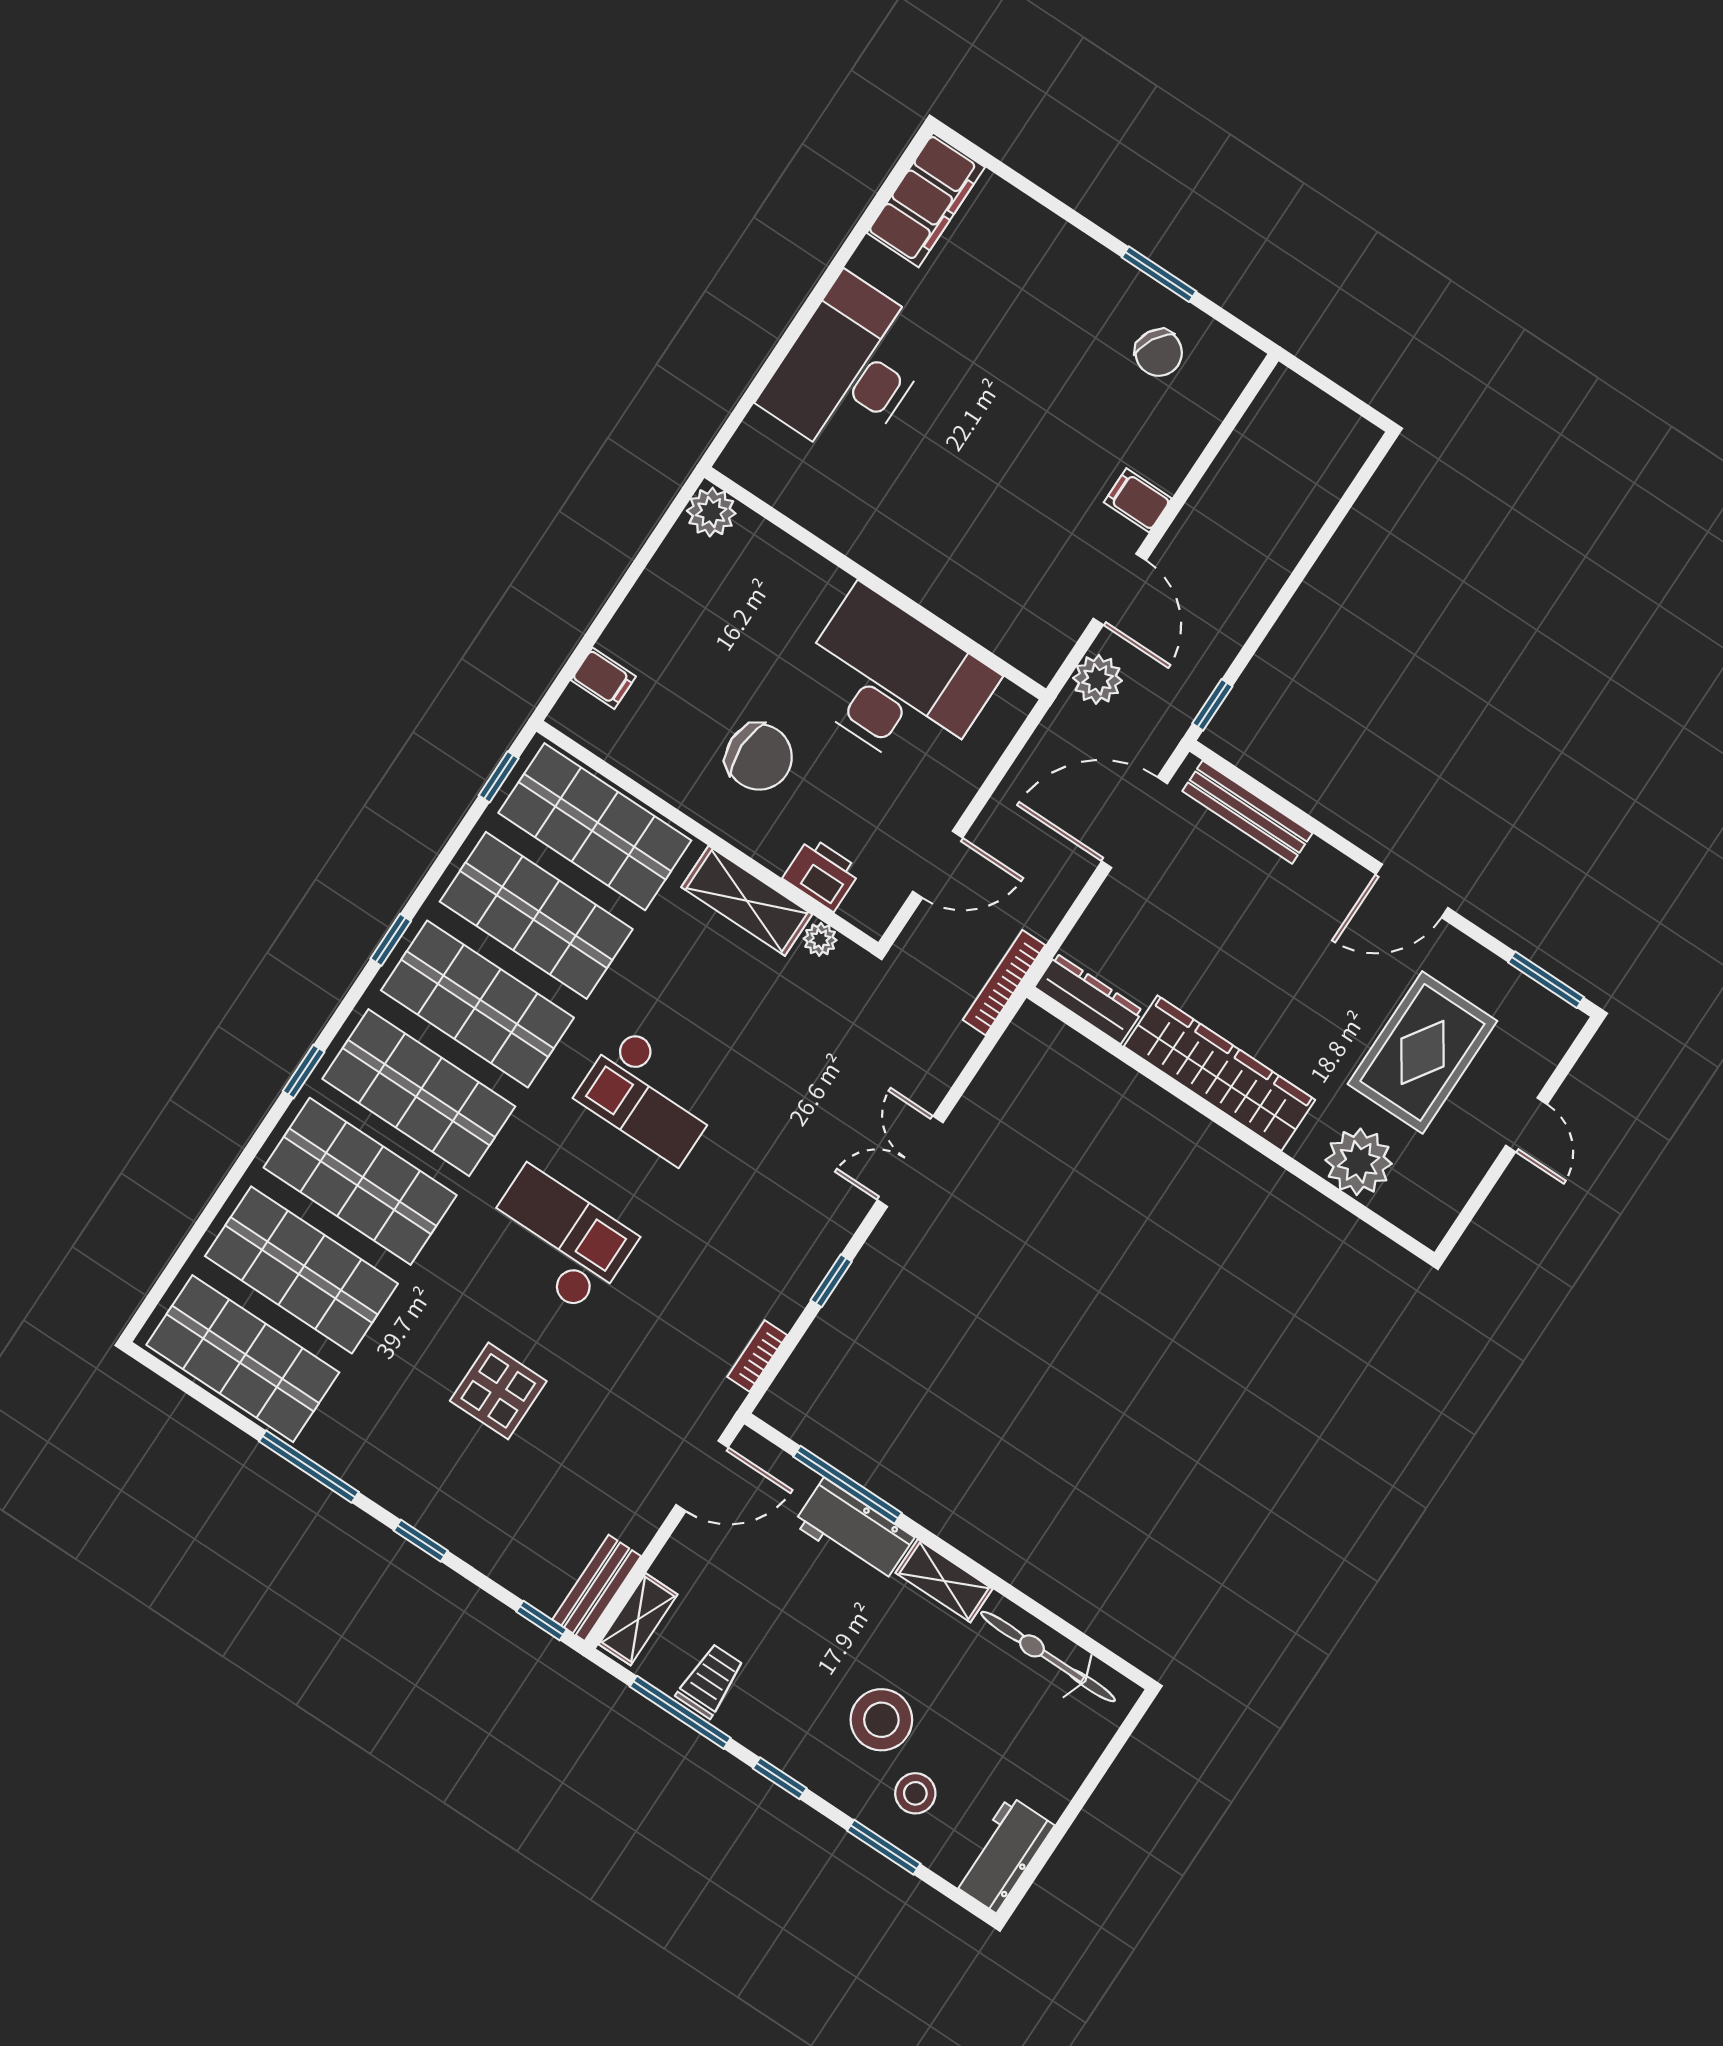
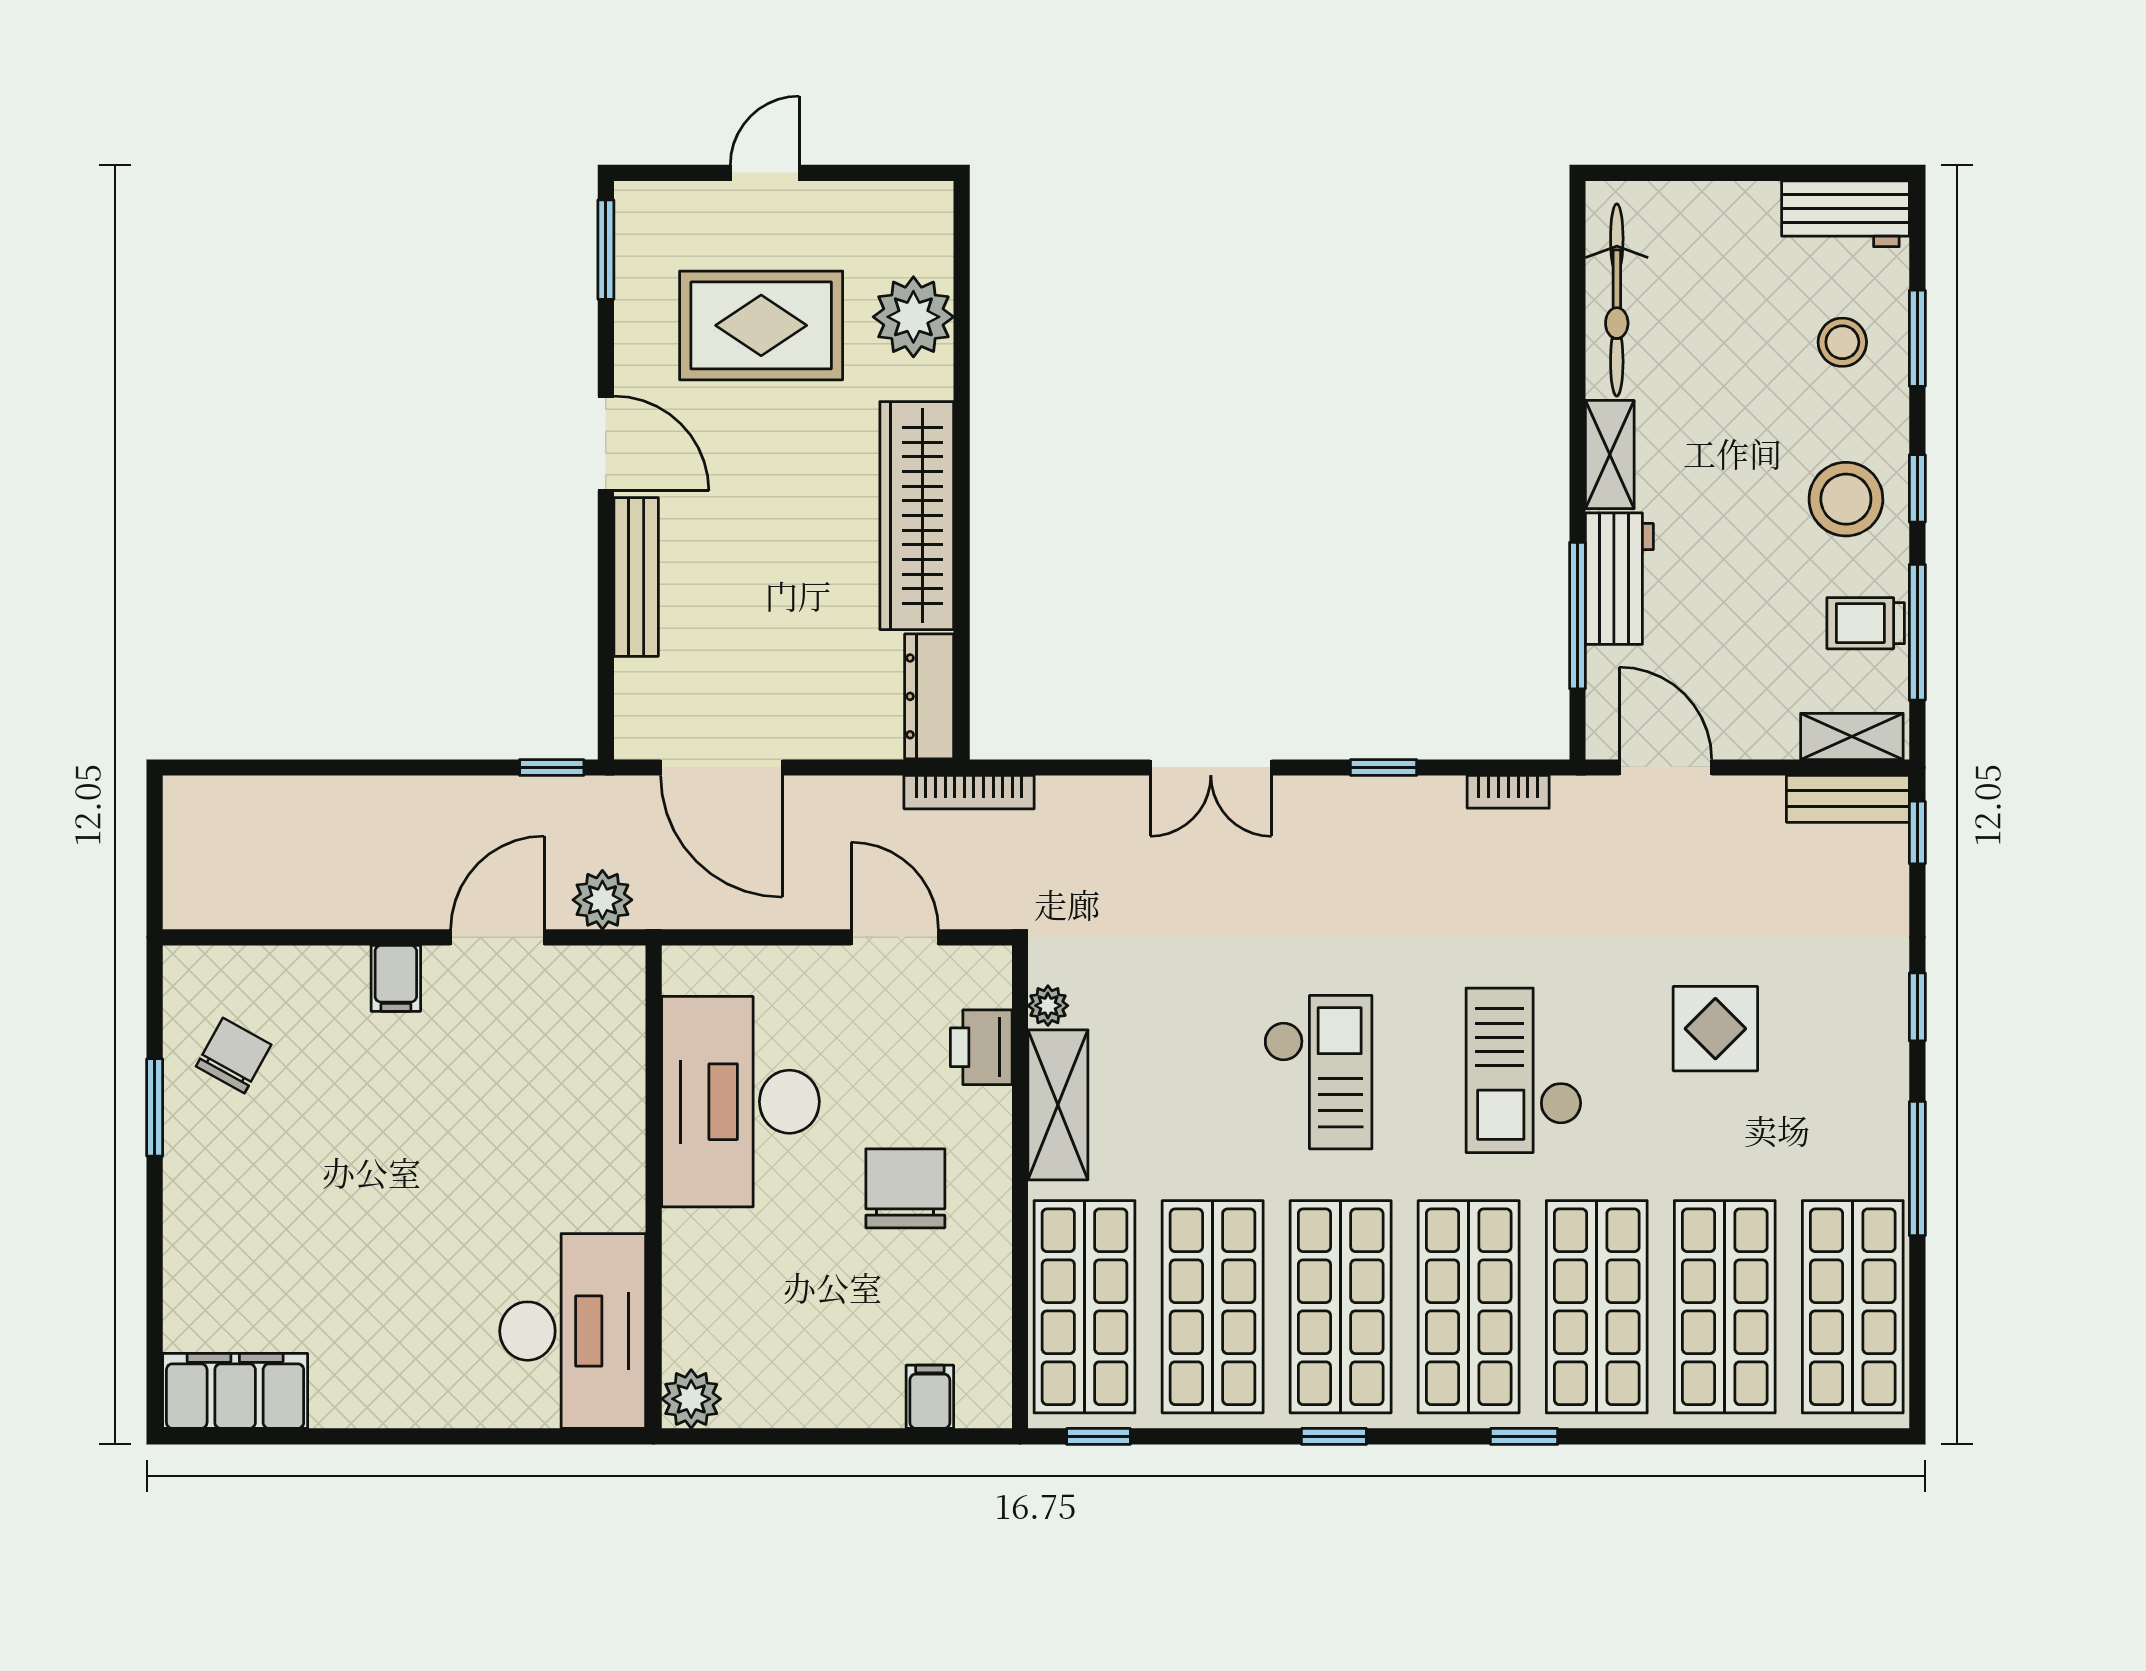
desk: (849, 369) -> (573, 1331), moved, turned -90
bench: (1247, 812) -> (636, 577), moved
stool: (881, 1720) -> (1846, 499), moved

